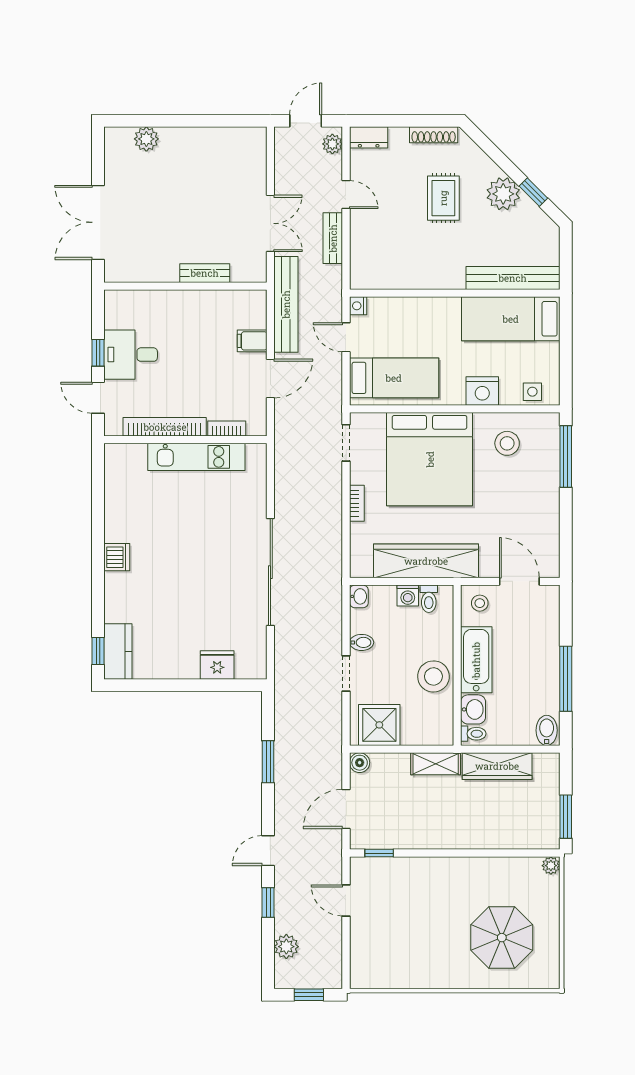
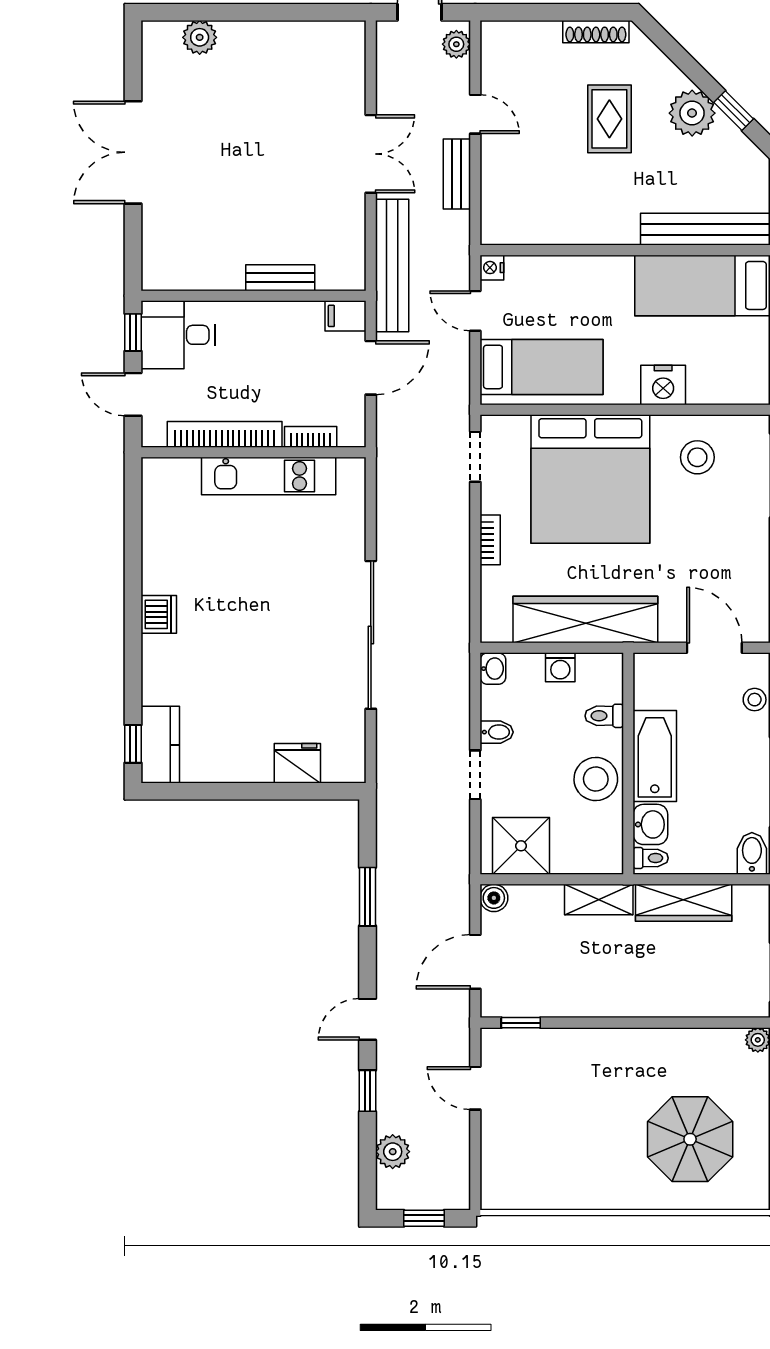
dresser: (369, 137) -> (506, 35), removed
bench: (205, 273) -> (280, 278), moved
wall: (185, 286) -> (254, 296), moved
side table: (532, 392) -> (732, 386), removed
toilet: (429, 599) -> (604, 716), moved, turned 90
stool: (480, 603) -> (755, 700), moved

